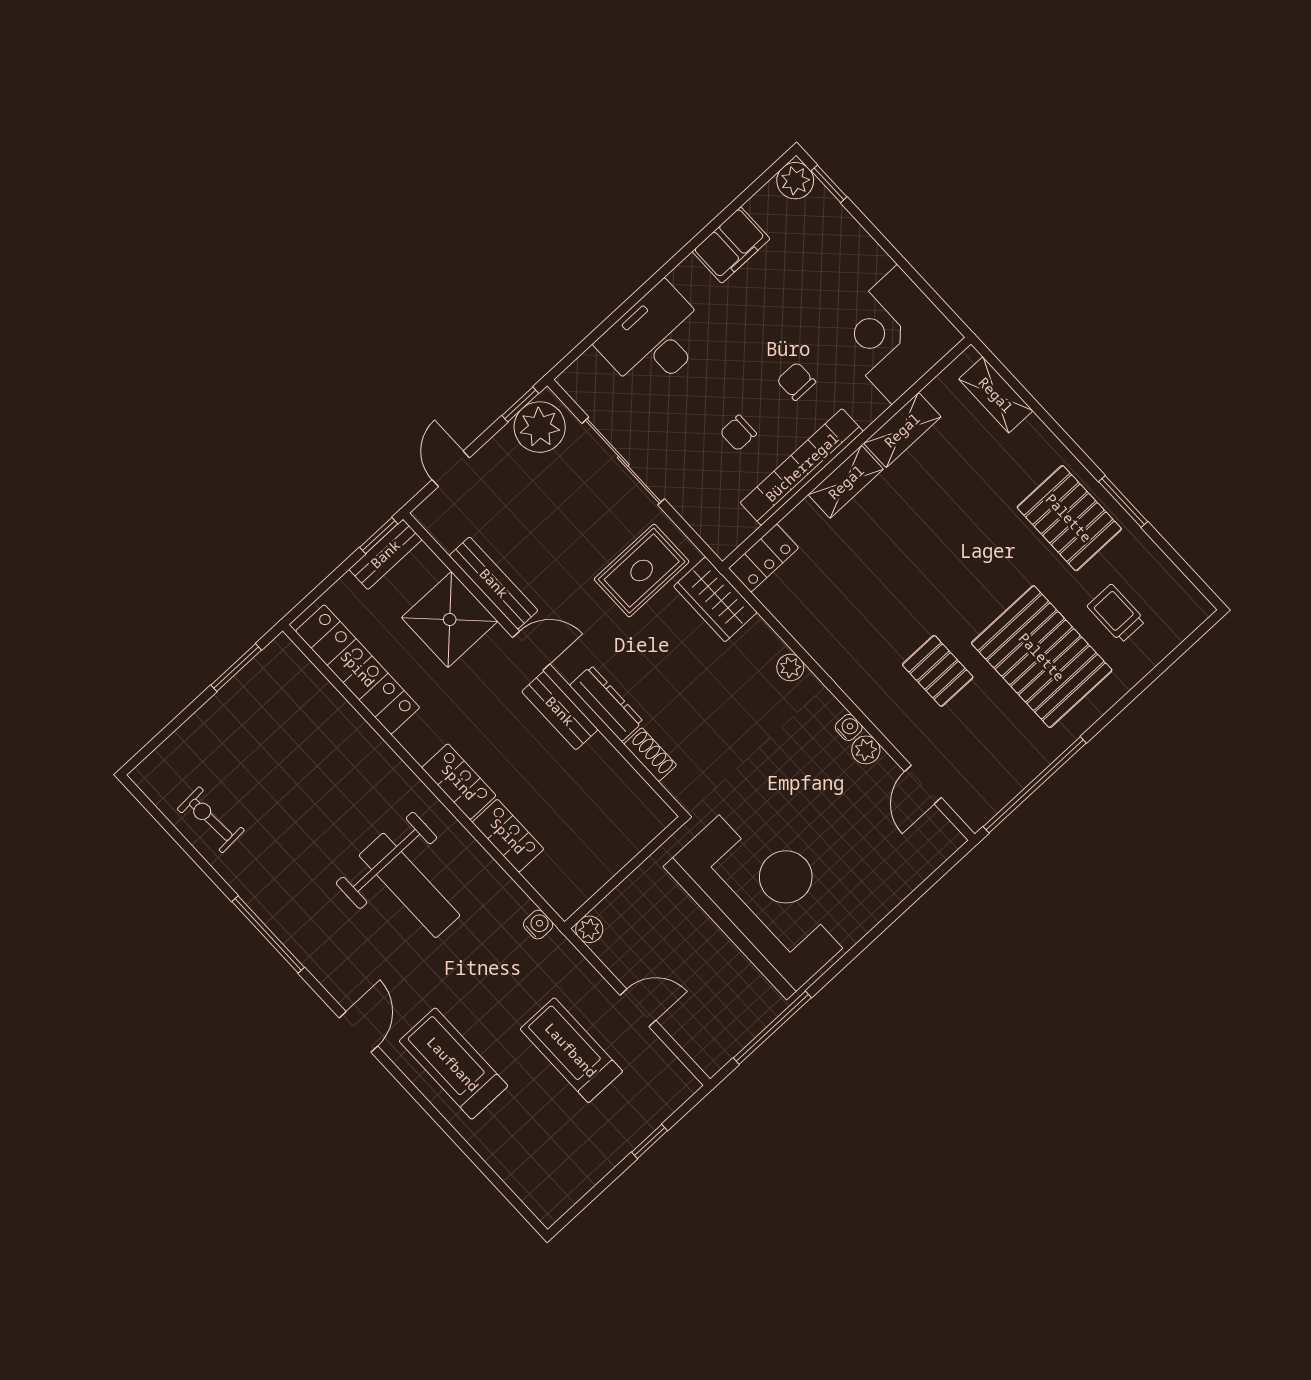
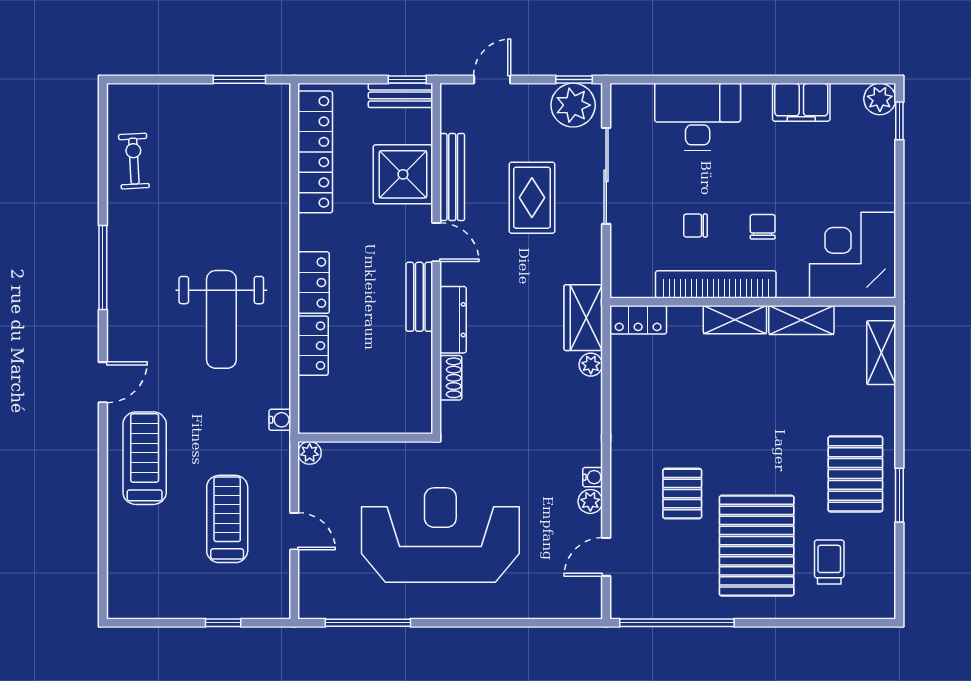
rug: (642, 570) -> (532, 198), moved, turned 90
plant: (790, 668) -> (591, 365), moved
reception desk: (765, 896) -> (440, 535), turned -90

